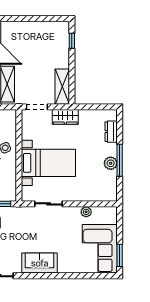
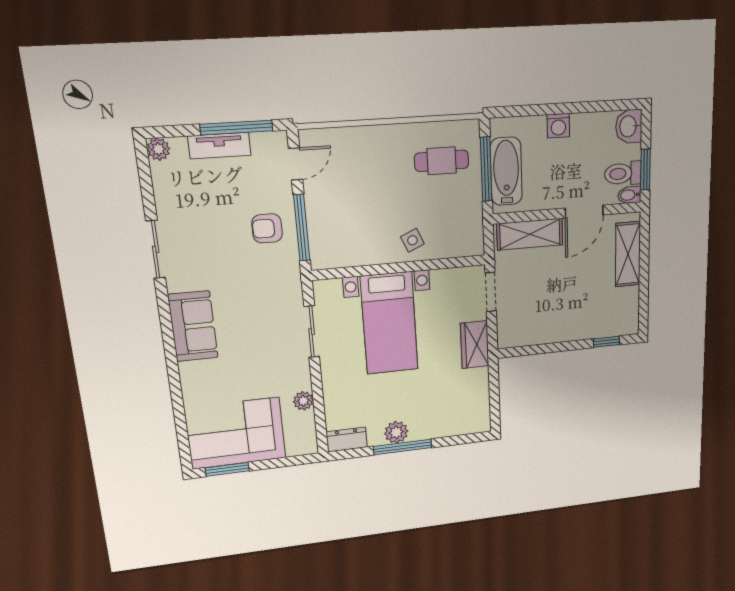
shelving: (62, 87) -> (628, 254), moved, turned 90
dresser: (111, 132) -> (347, 439), moved

